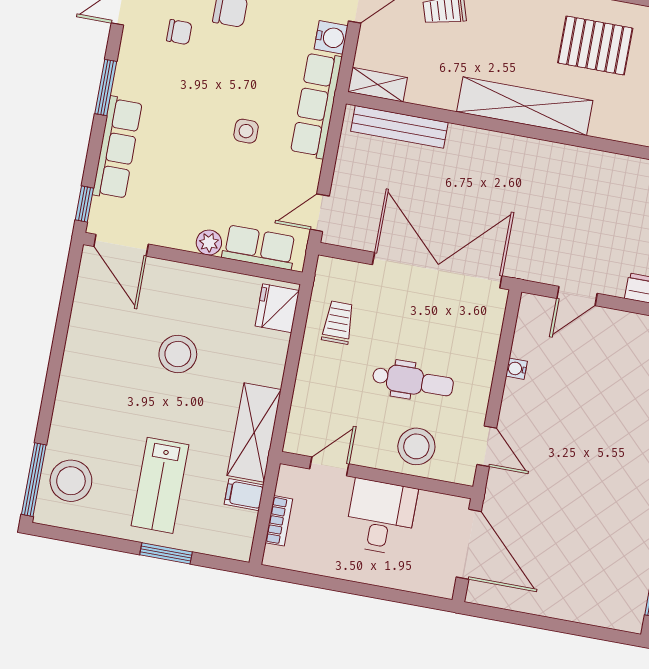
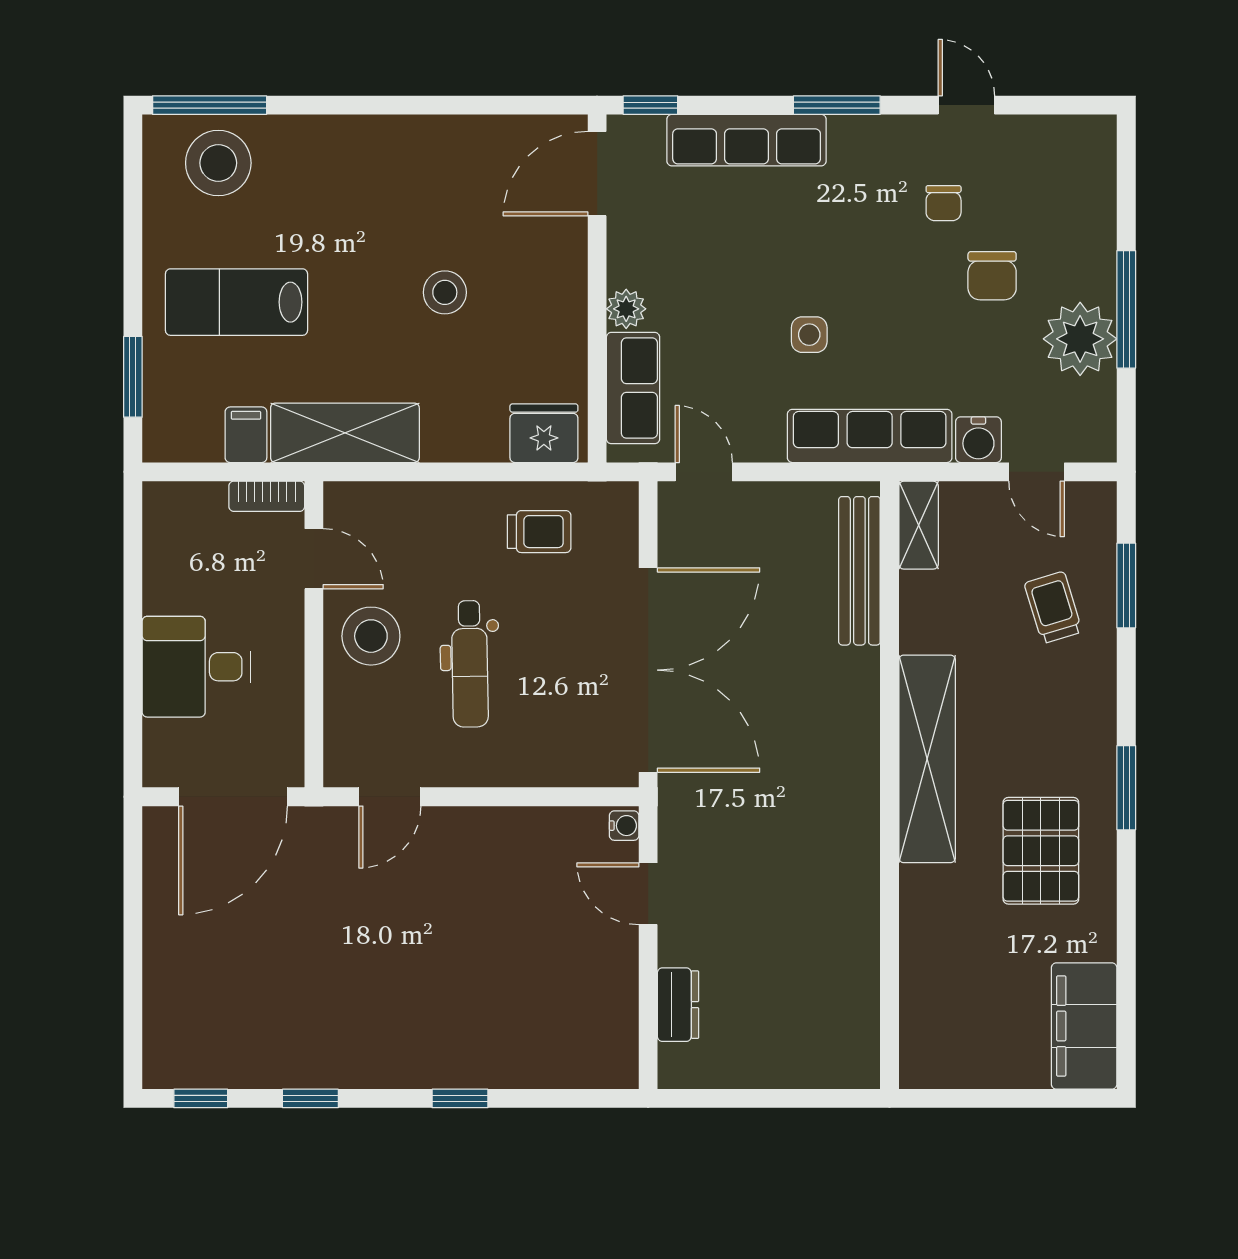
stool: (178, 354) -> (445, 292), width x0.73, depth x0.73
water cooler: (516, 369) -> (624, 826), moved, turned 90
stool: (416, 446) -> (371, 636), moved
desk: (381, 517) -> (196, 667), moved, turned 180
bookcase: (279, 521) -> (267, 496), moved
window: (166, 553) -> (133, 377), moved

